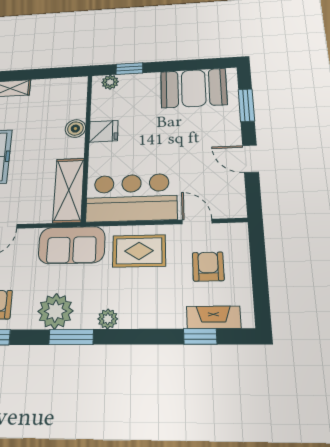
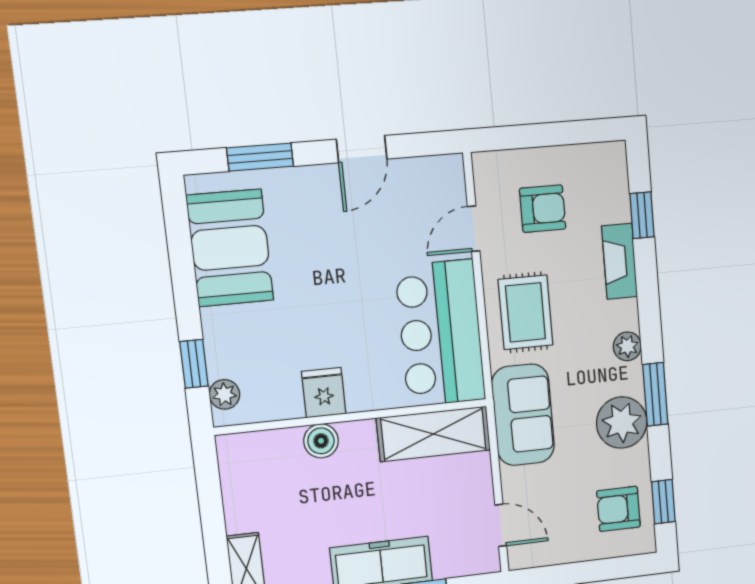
armchair: (208, 267) -> (543, 209), turned 180
fireplace: (214, 317) -> (620, 261), moved

